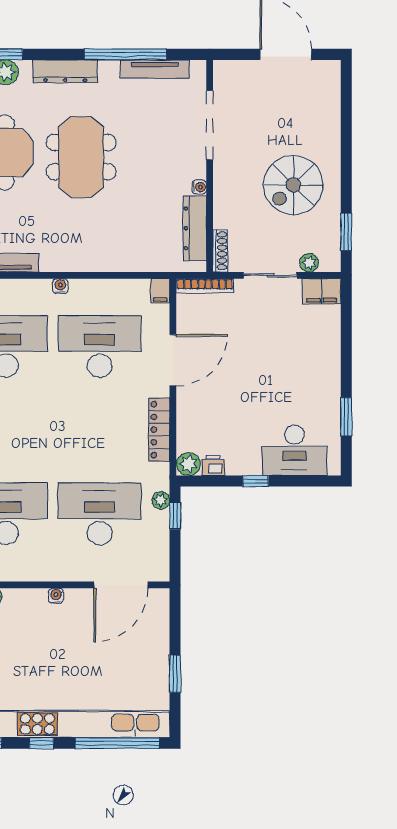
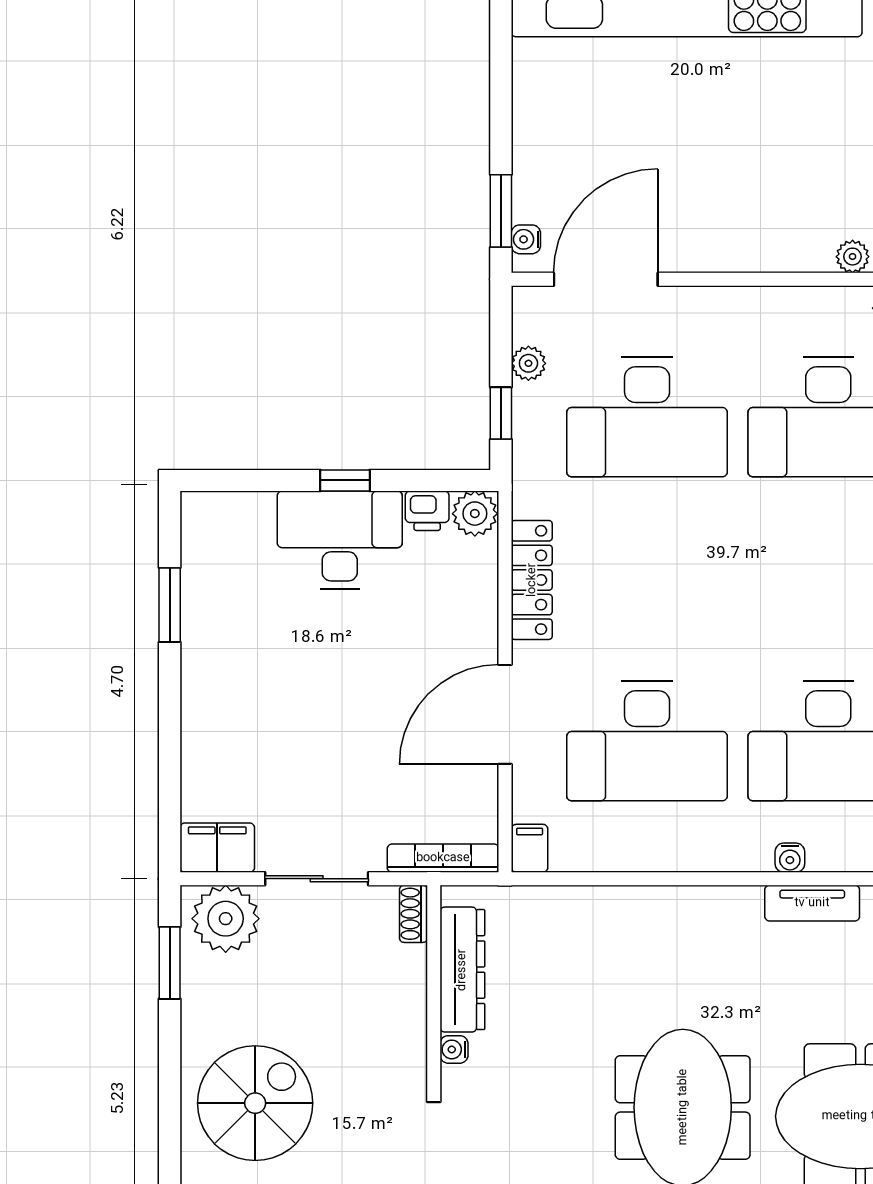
spiral stairs: (293, 185) -> (255, 1103), moved
shoe rack: (220, 251) -> (413, 914), width x0.70
plant: (309, 263) -> (226, 919), width x1.88, depth x1.88
water cooler: (60, 286) -> (790, 858), moved
desk: (294, 450) -> (340, 540), moved
plant: (161, 500) -> (528, 363), moved
water cooler: (56, 596) -> (526, 239), moved, turned 90
window: (175, 674) -> (501, 211), moved

